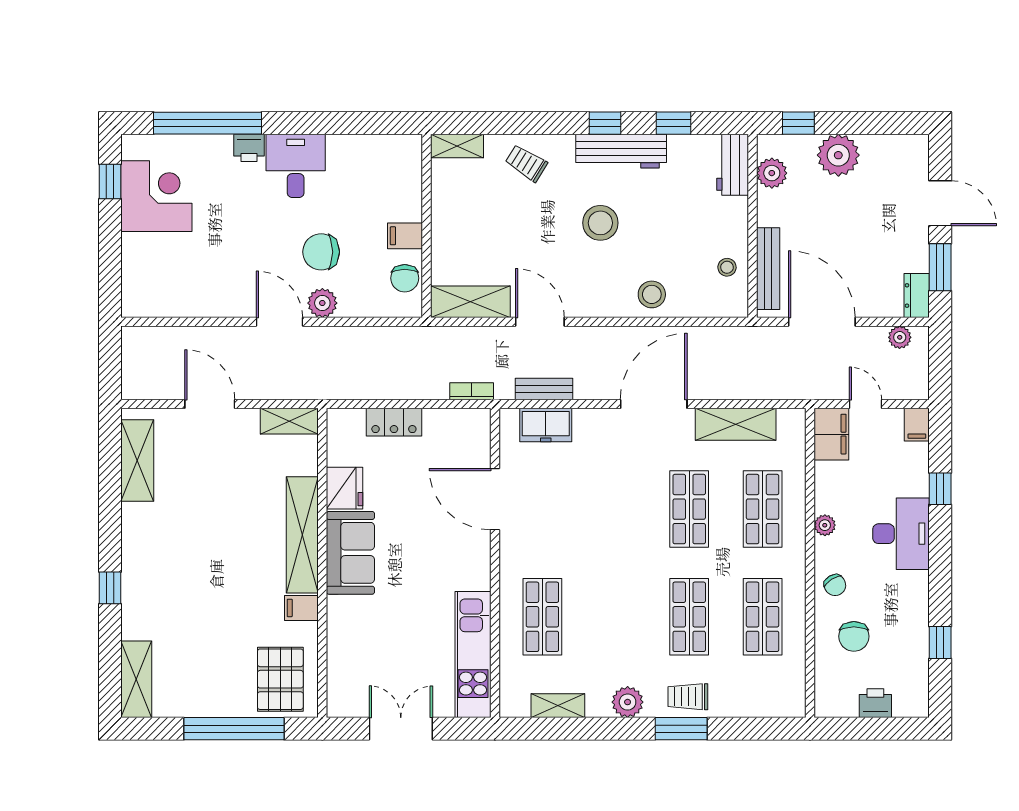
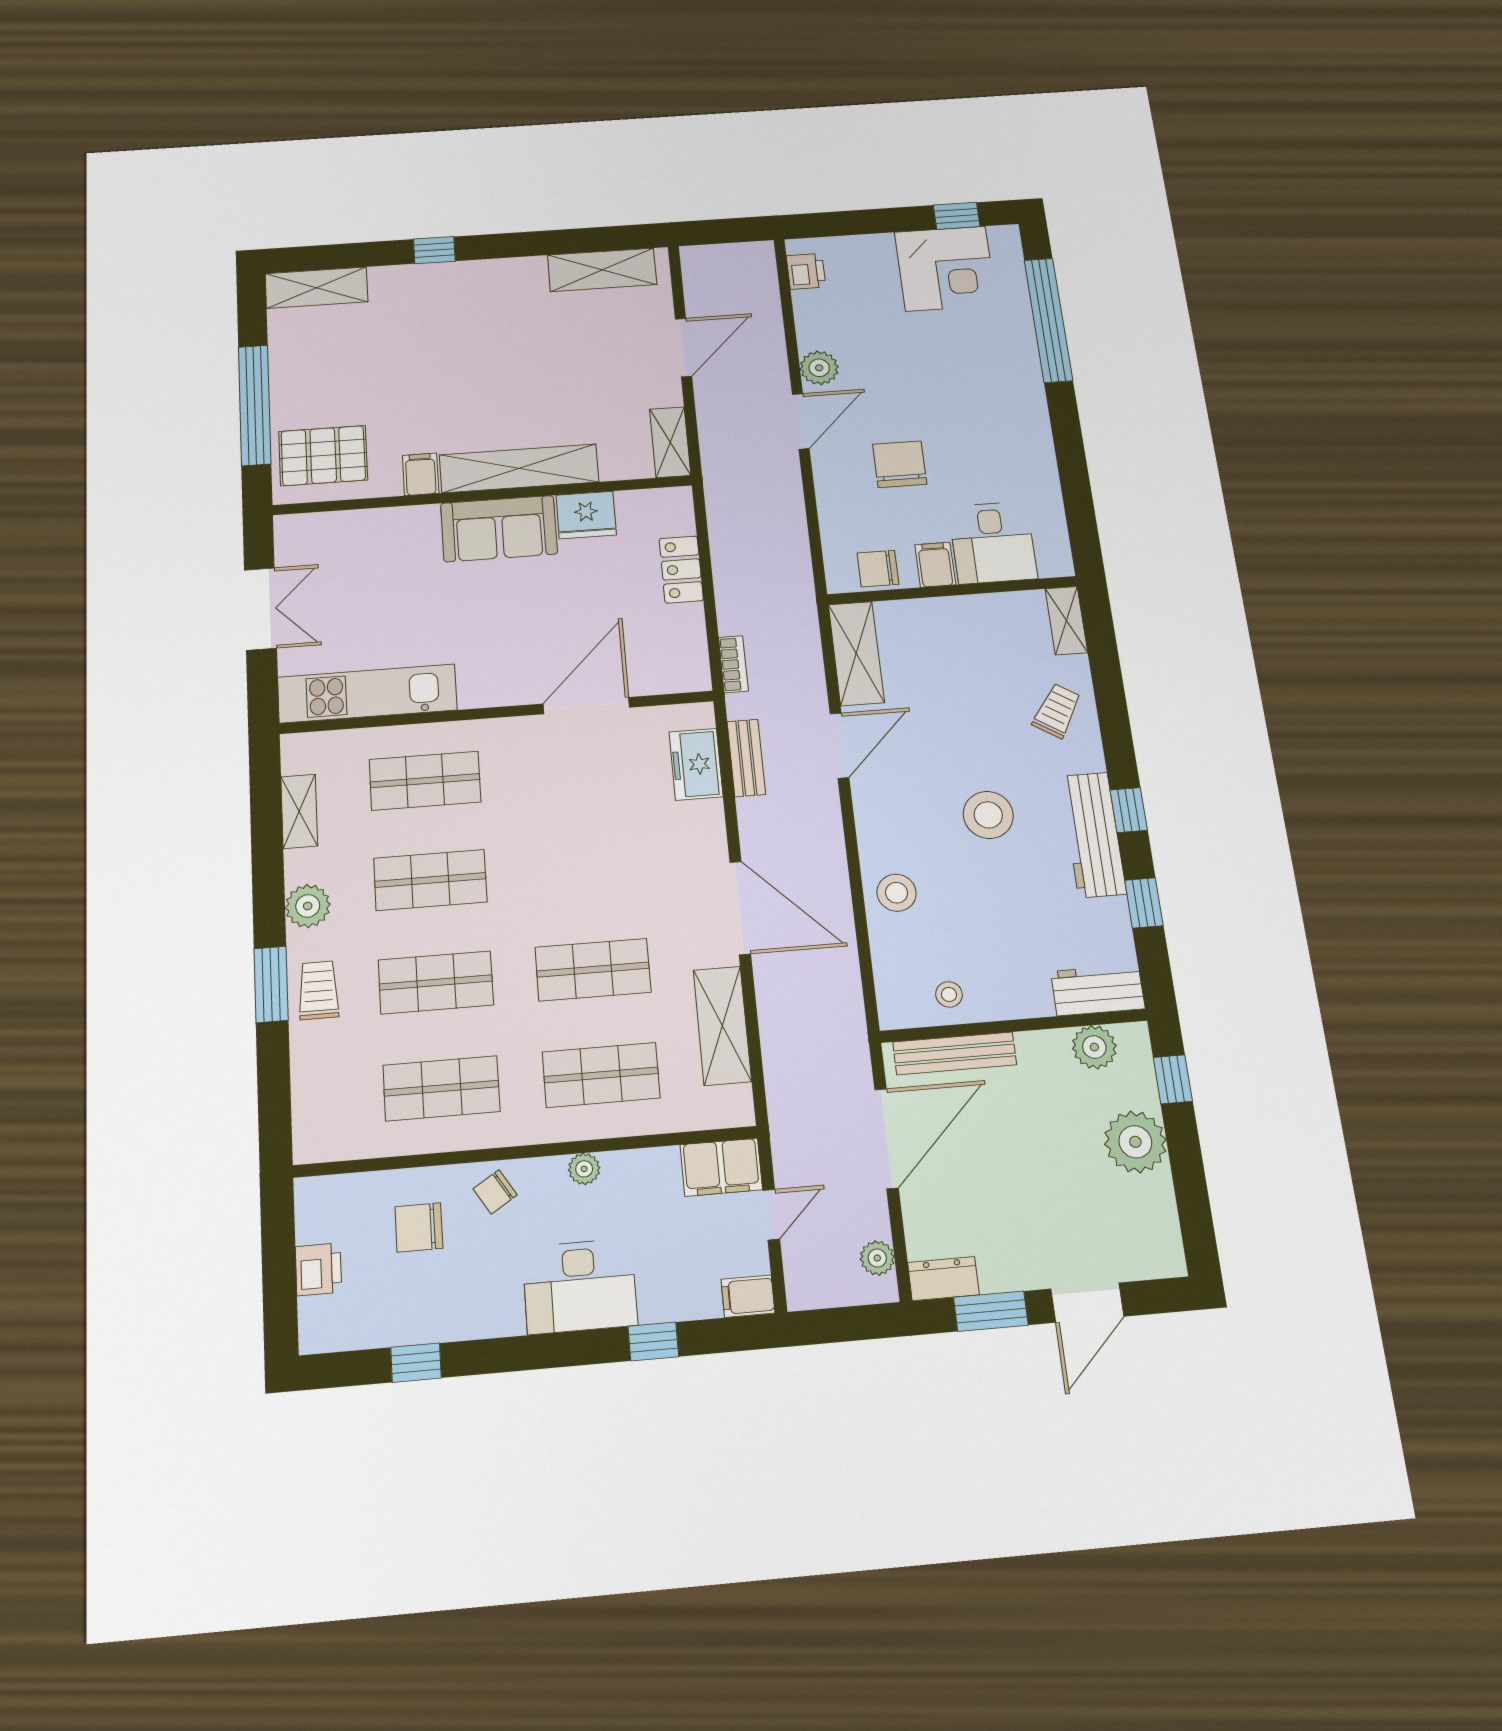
printer: (249, 148) -> (806, 271), moved, turned 180
desk: (296, 166) -> (993, 543), moved, turned 90
plant: (322, 303) -> (819, 368), moved
shop shelf: (616, 617) -> (430, 880), added

